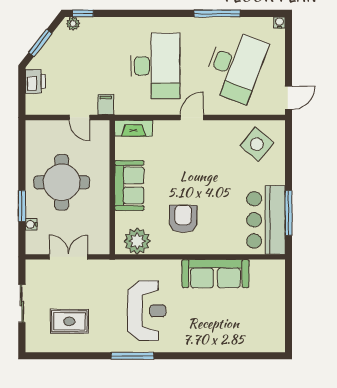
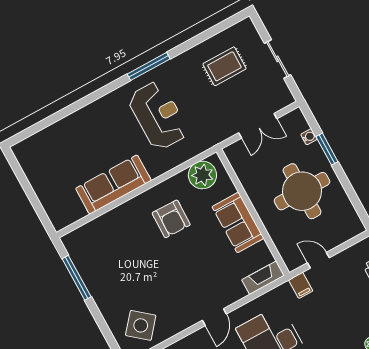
bar counter: (266, 220) -> (94, 260), removed
reception desk: (147, 311) -> (158, 115), turned 180

